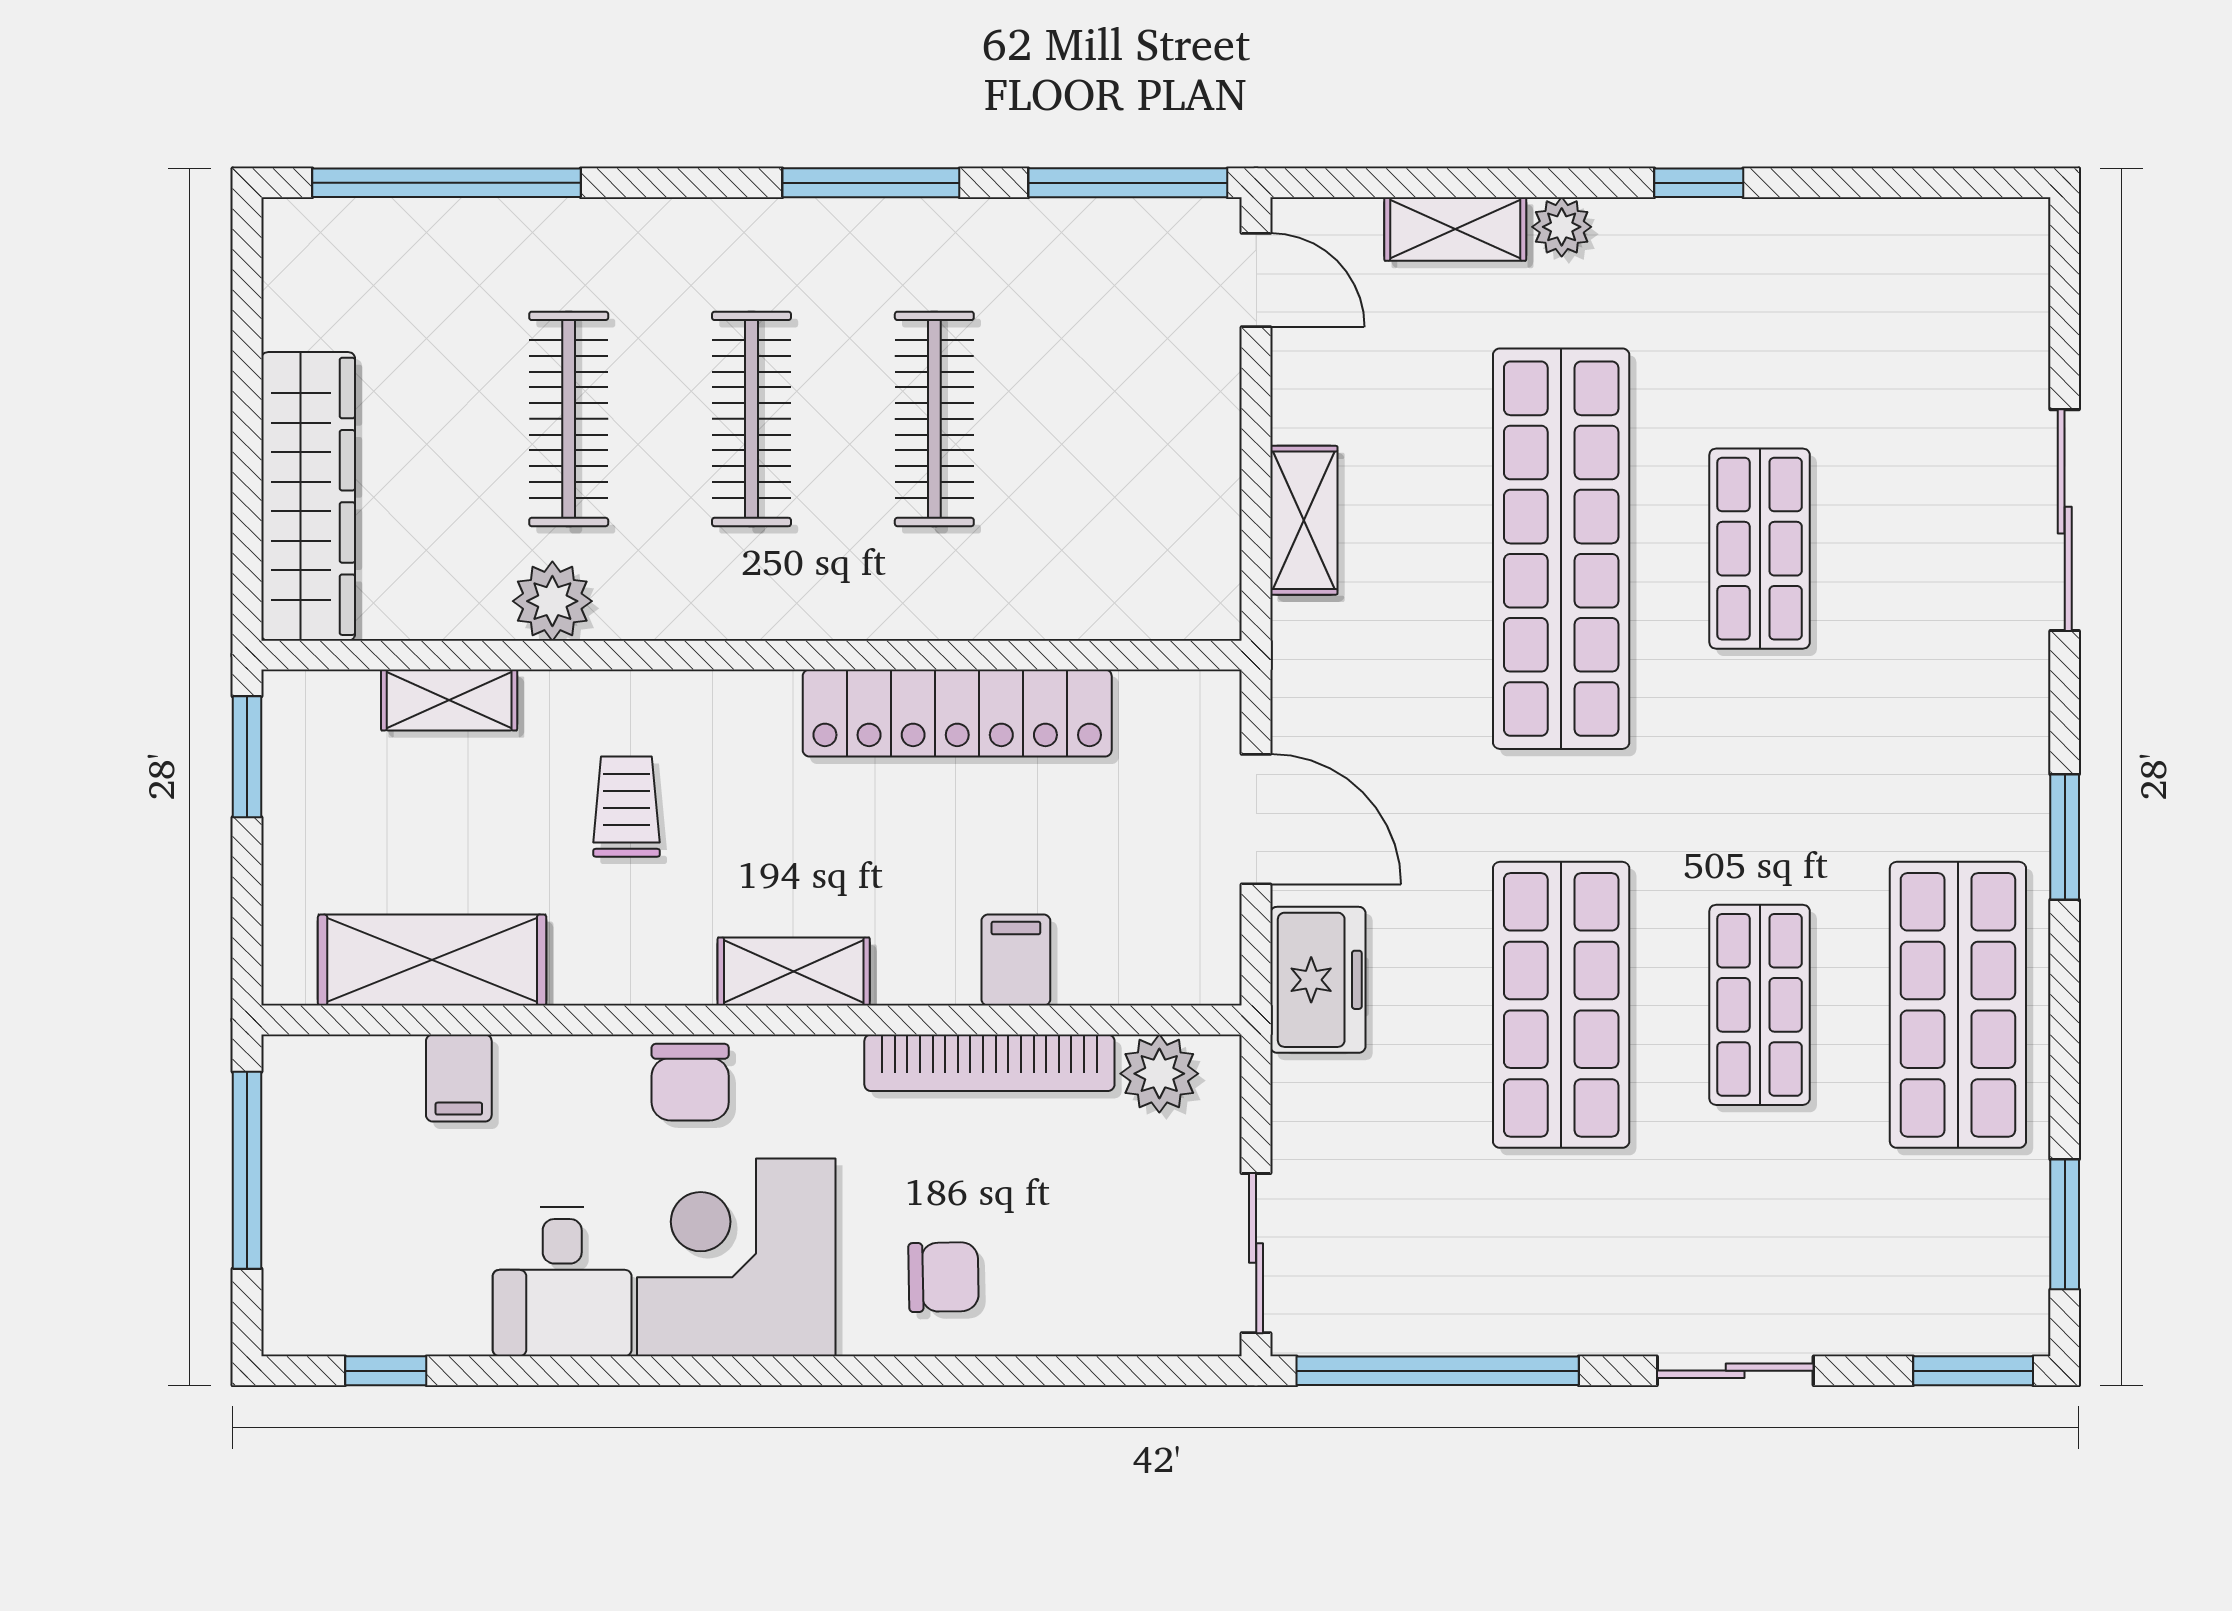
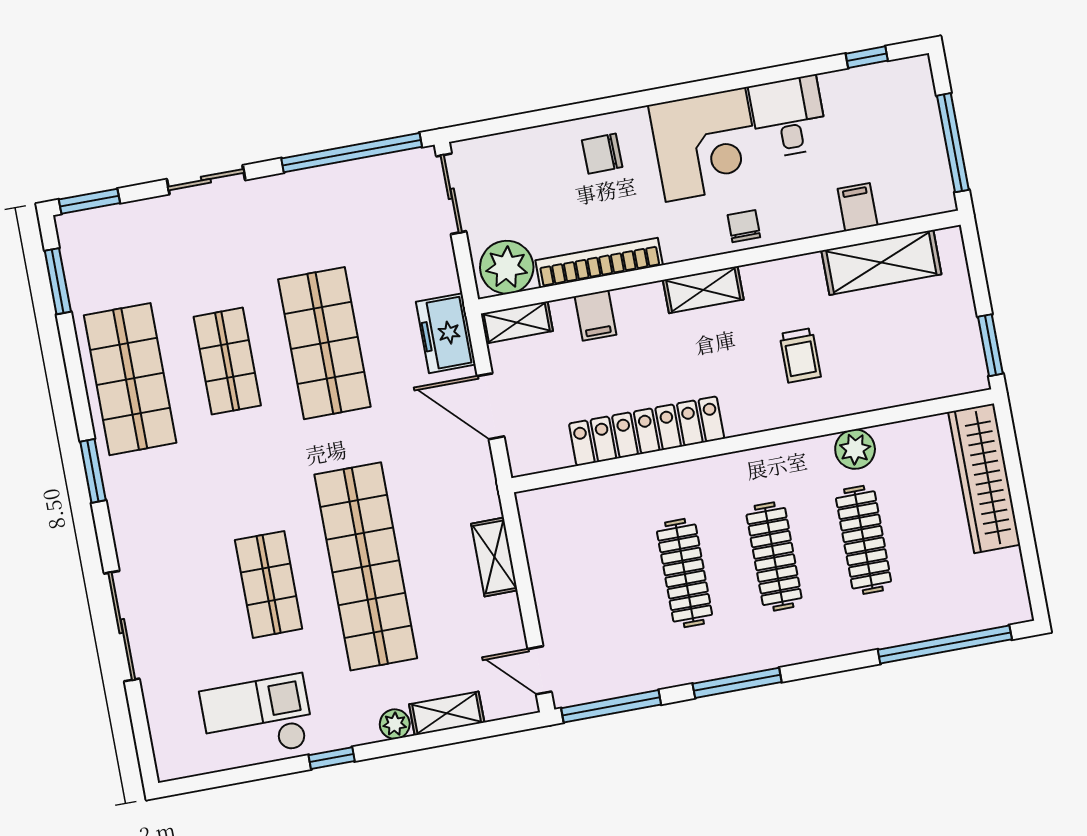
checkout: (1831, 289) -> (257, 718), added
shelving: (449, 700) -> (517, 322), moved
plant: (1159, 1074) -> (507, 267), width x1.36, depth x1.36
chair: (690, 1082) -> (744, 226), width x0.73, depth x0.73

